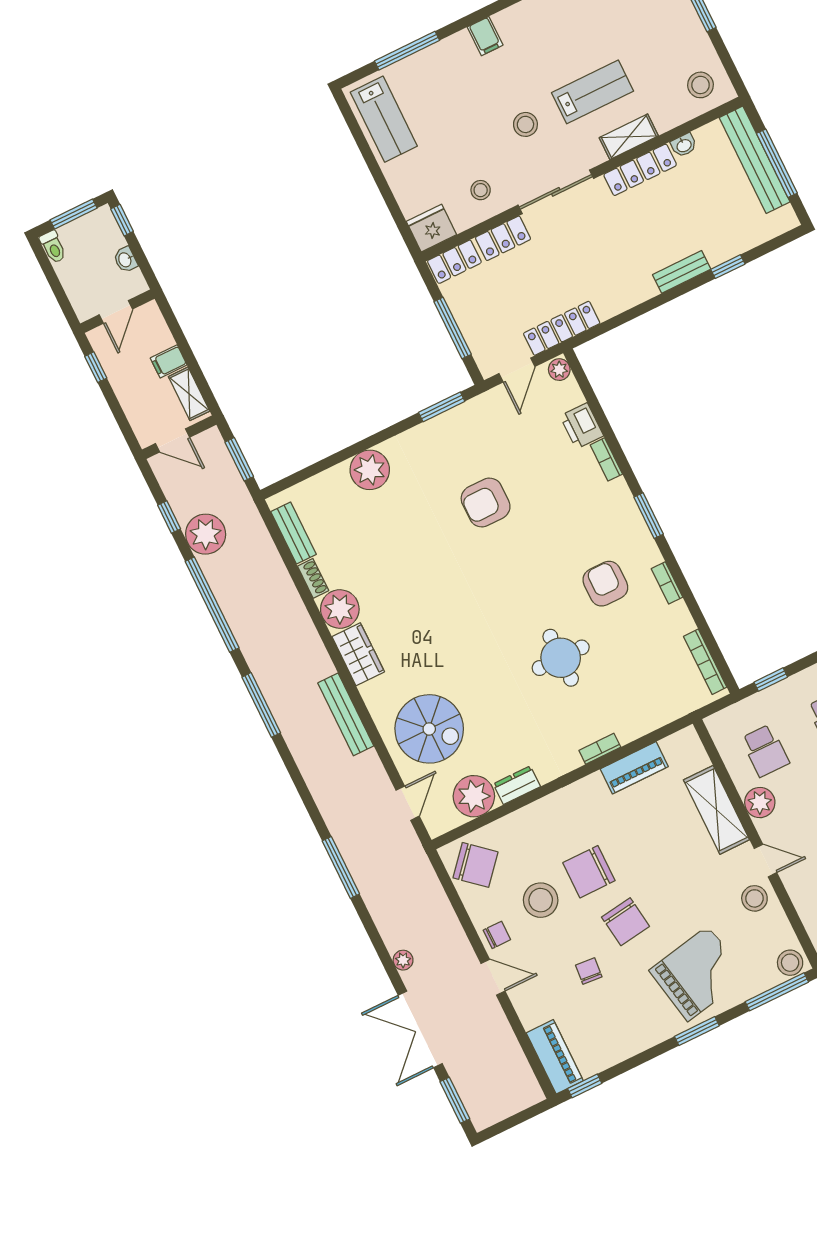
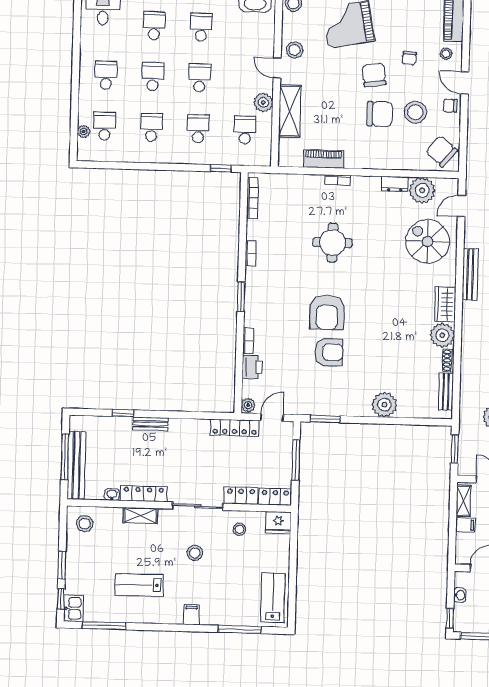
lab bench: (592, 92) -> (139, 585), moved
armchair: (605, 584) -> (327, 313), moved, width x1.36, depth x1.36
stool: (541, 1004) -> (446, 54), added

